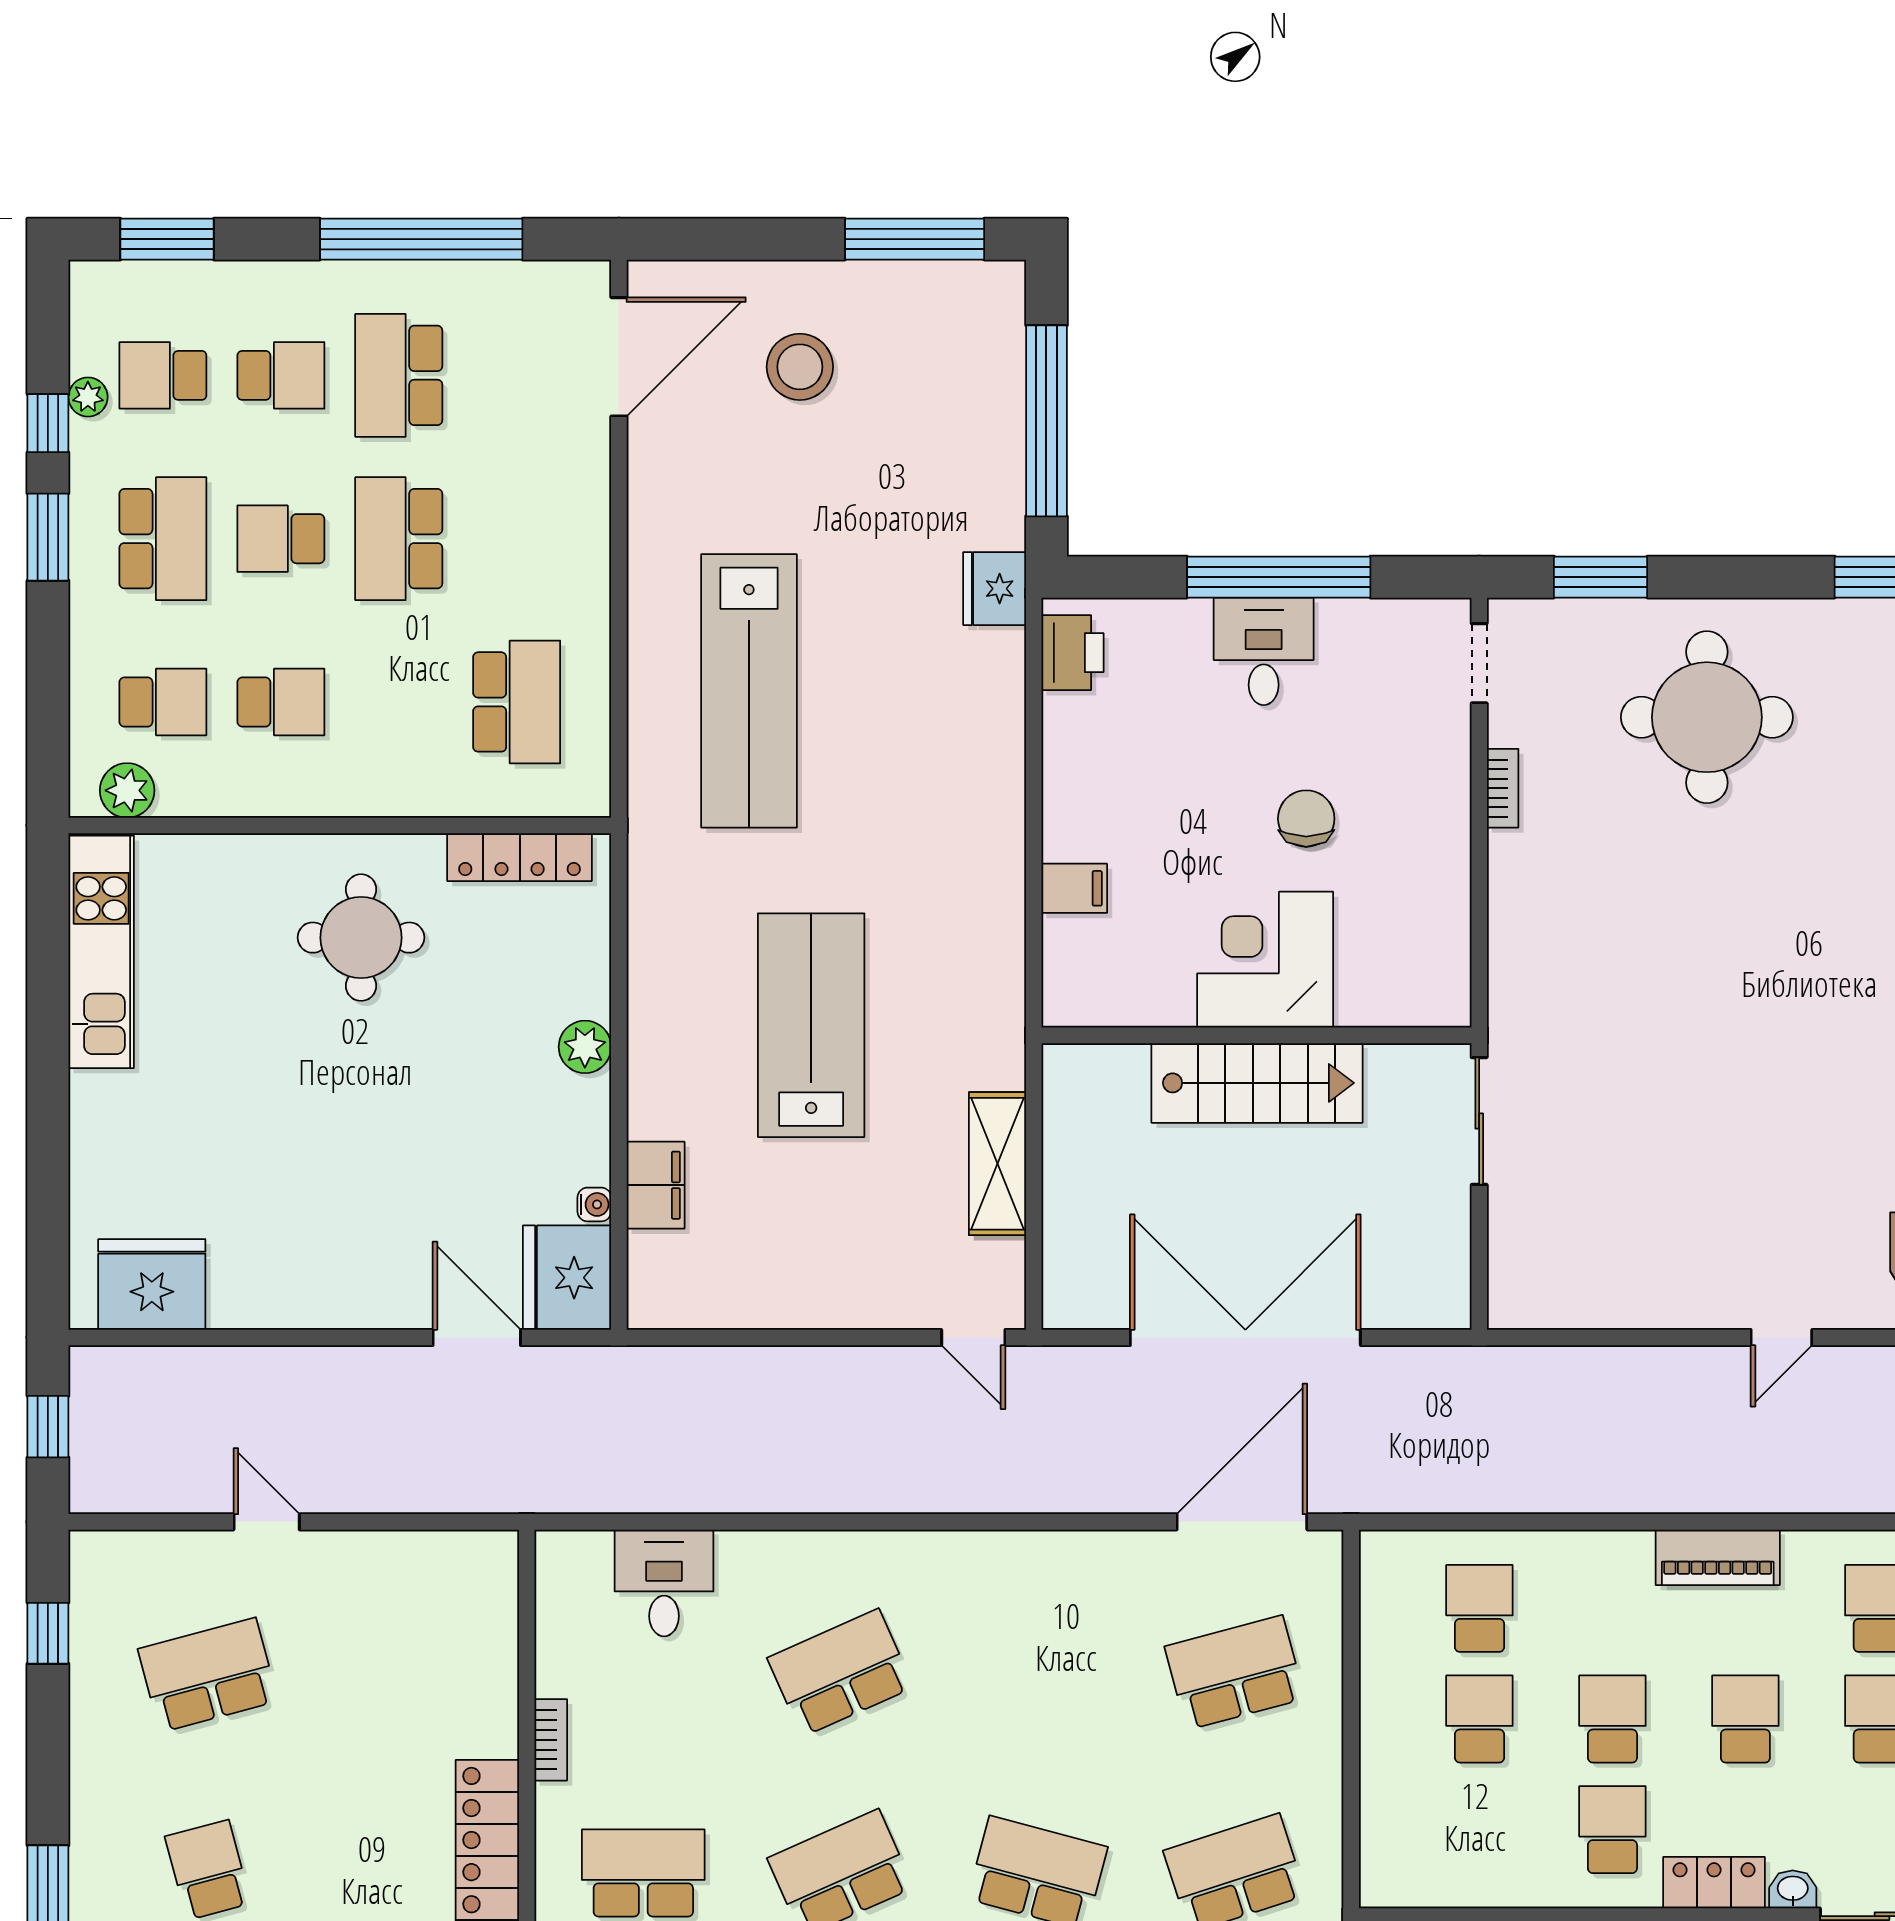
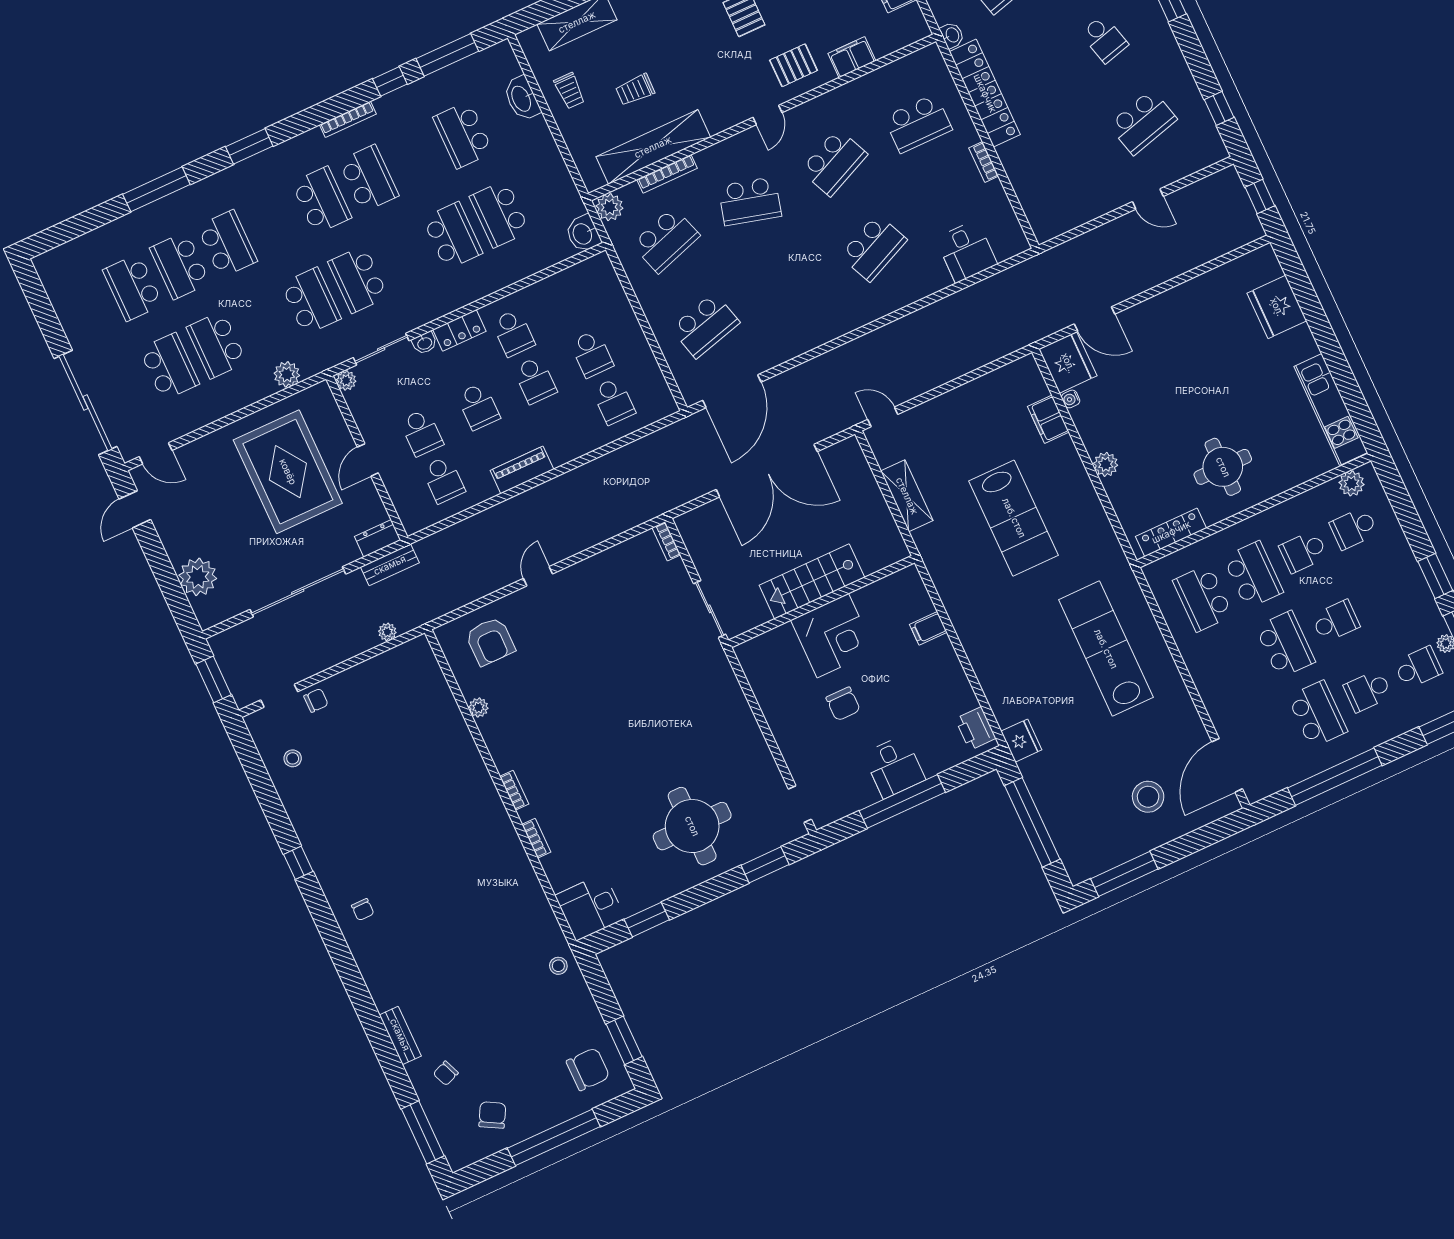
school desk: (163, 539) -> (1253, 575), moved, turned 180
bookcase: (1503, 788) -> (666, 541), moved
fridge: (152, 1284) -> (1277, 307), moved, turned 90

